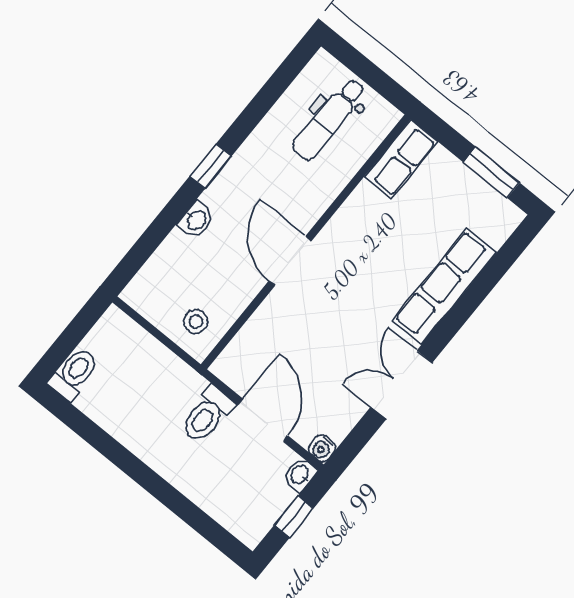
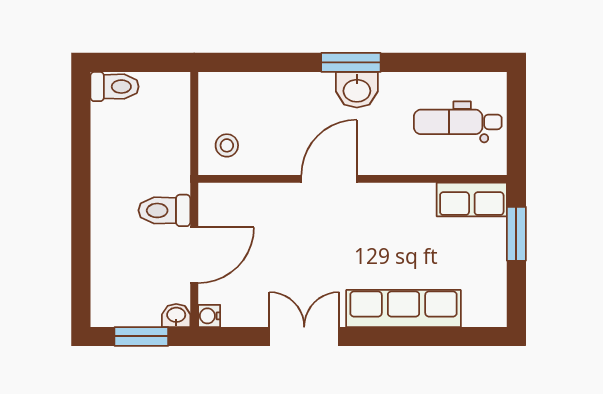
window: (211, 166) -> (351, 62), width x1.50
window: (492, 172) -> (516, 234), moved
washbasin: (196, 220) -> (357, 90), moved, width x1.38, depth x1.45
window: (294, 517) -> (141, 336), width x1.50

